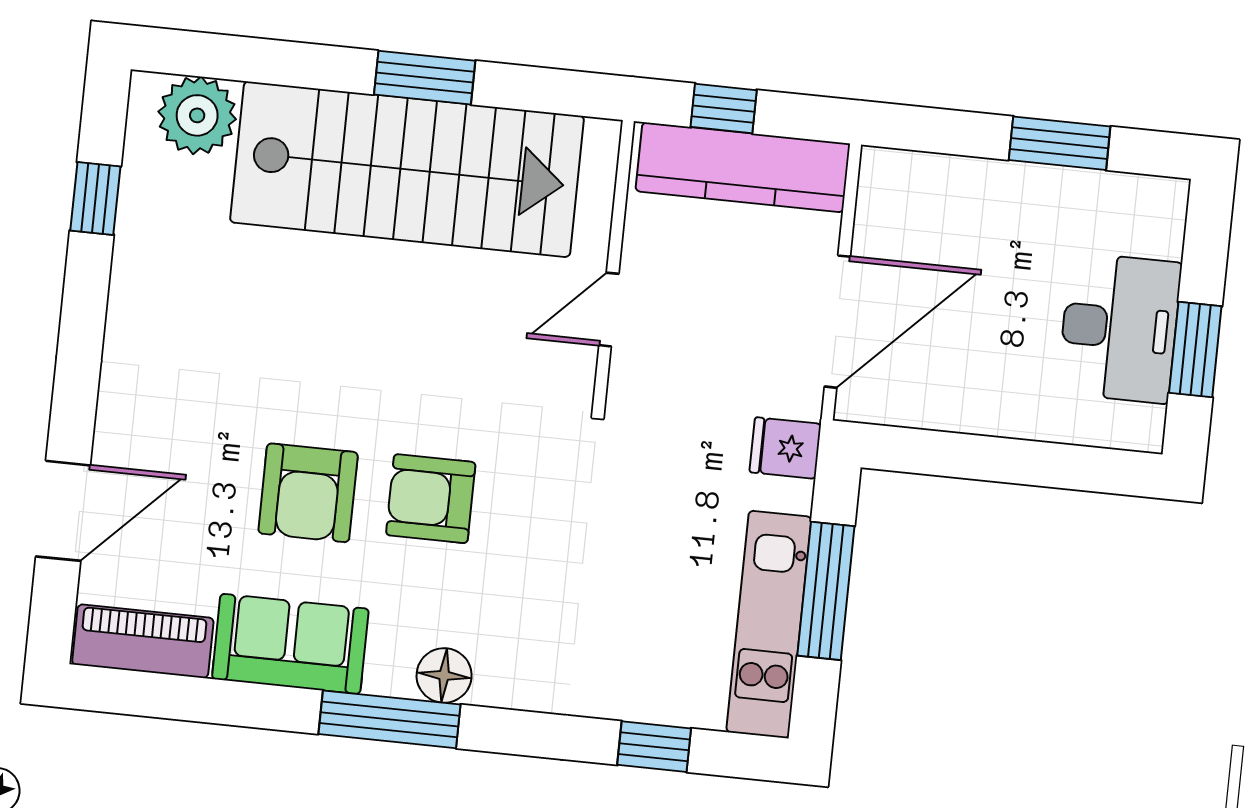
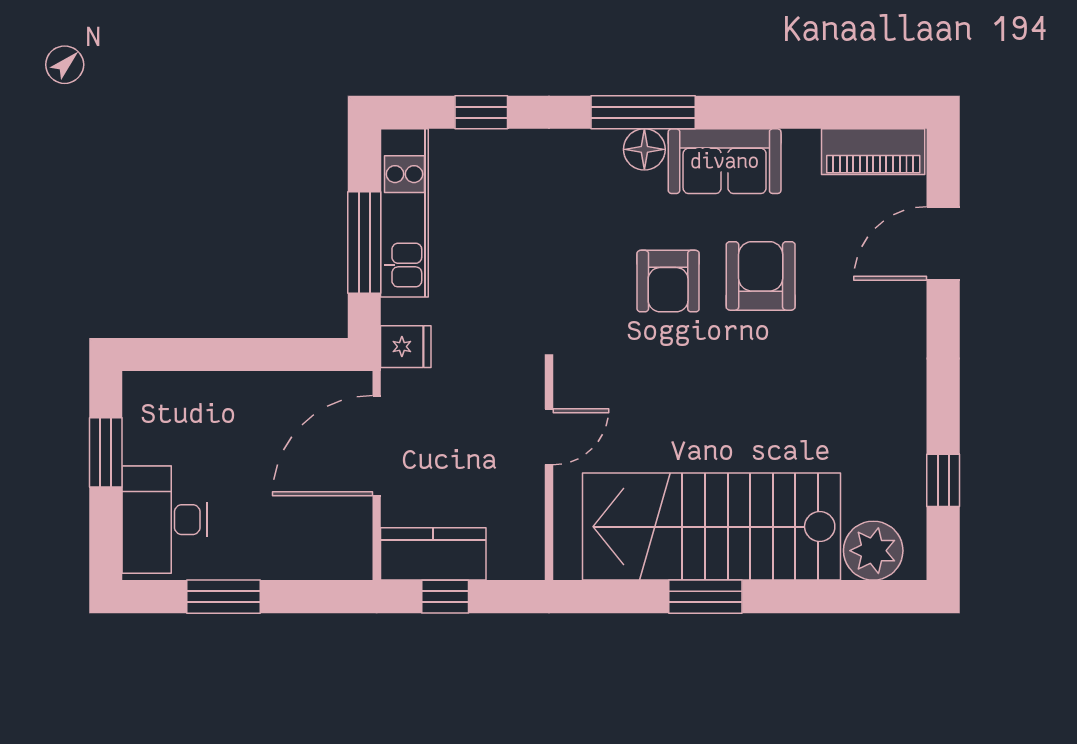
window: (724, 109) -> (445, 597), moved
kitchen counter: (743, 167) -> (433, 554), width x0.67
desk: (1119, 328) -> (164, 520), moved
armchair: (431, 499) -> (668, 281), turned 90
sofa: (290, 644) -> (725, 161), moved
window: (390, 719) -> (643, 112), moved

